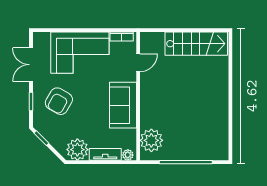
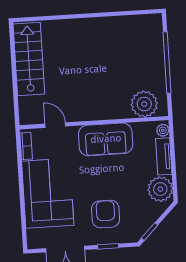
armchair: (59, 101) -> (106, 214), turned -120

